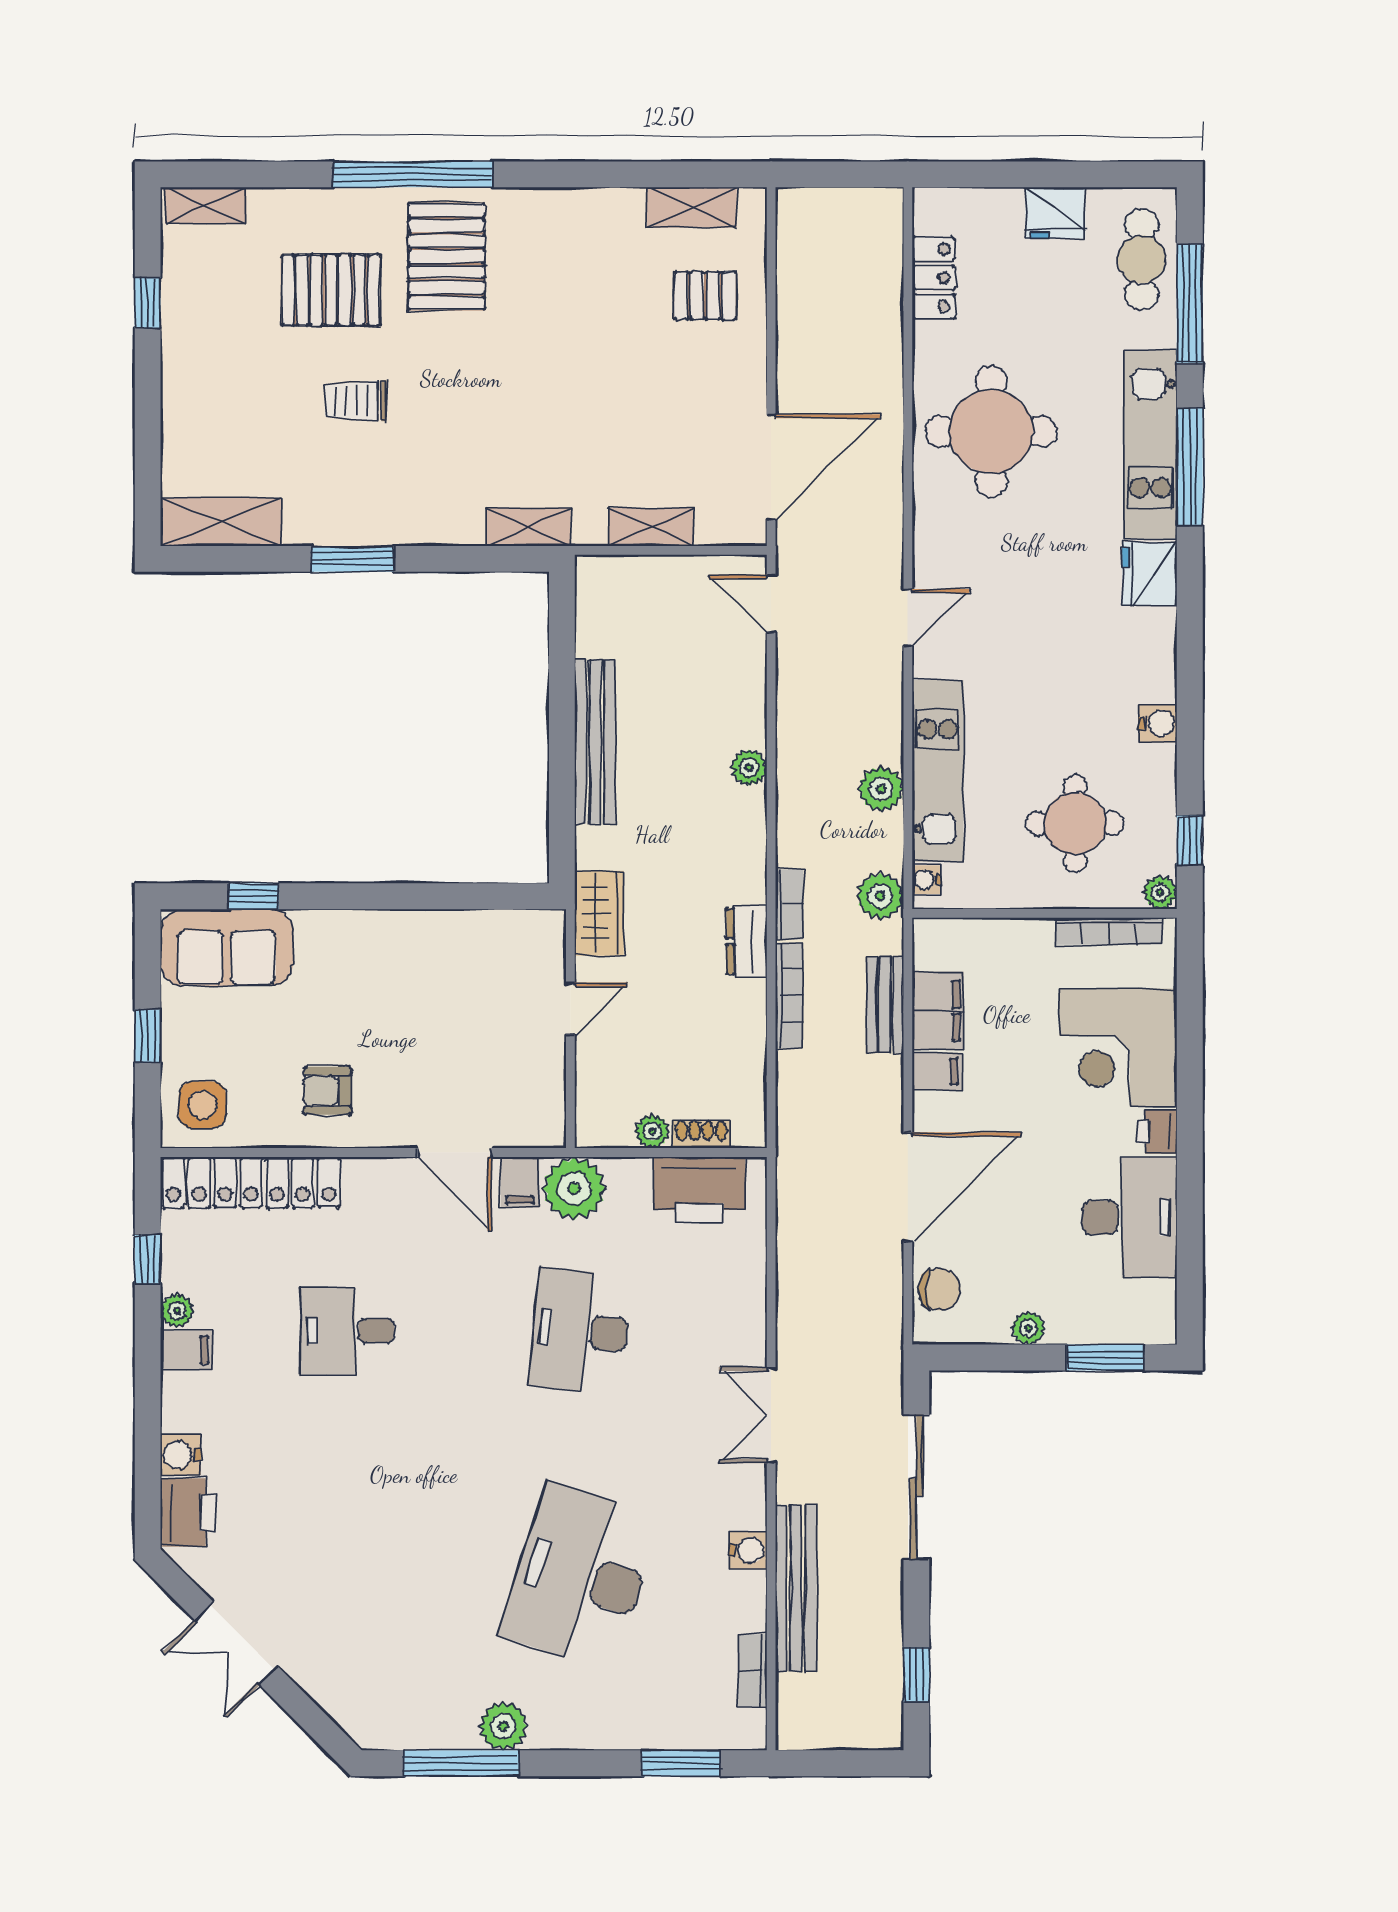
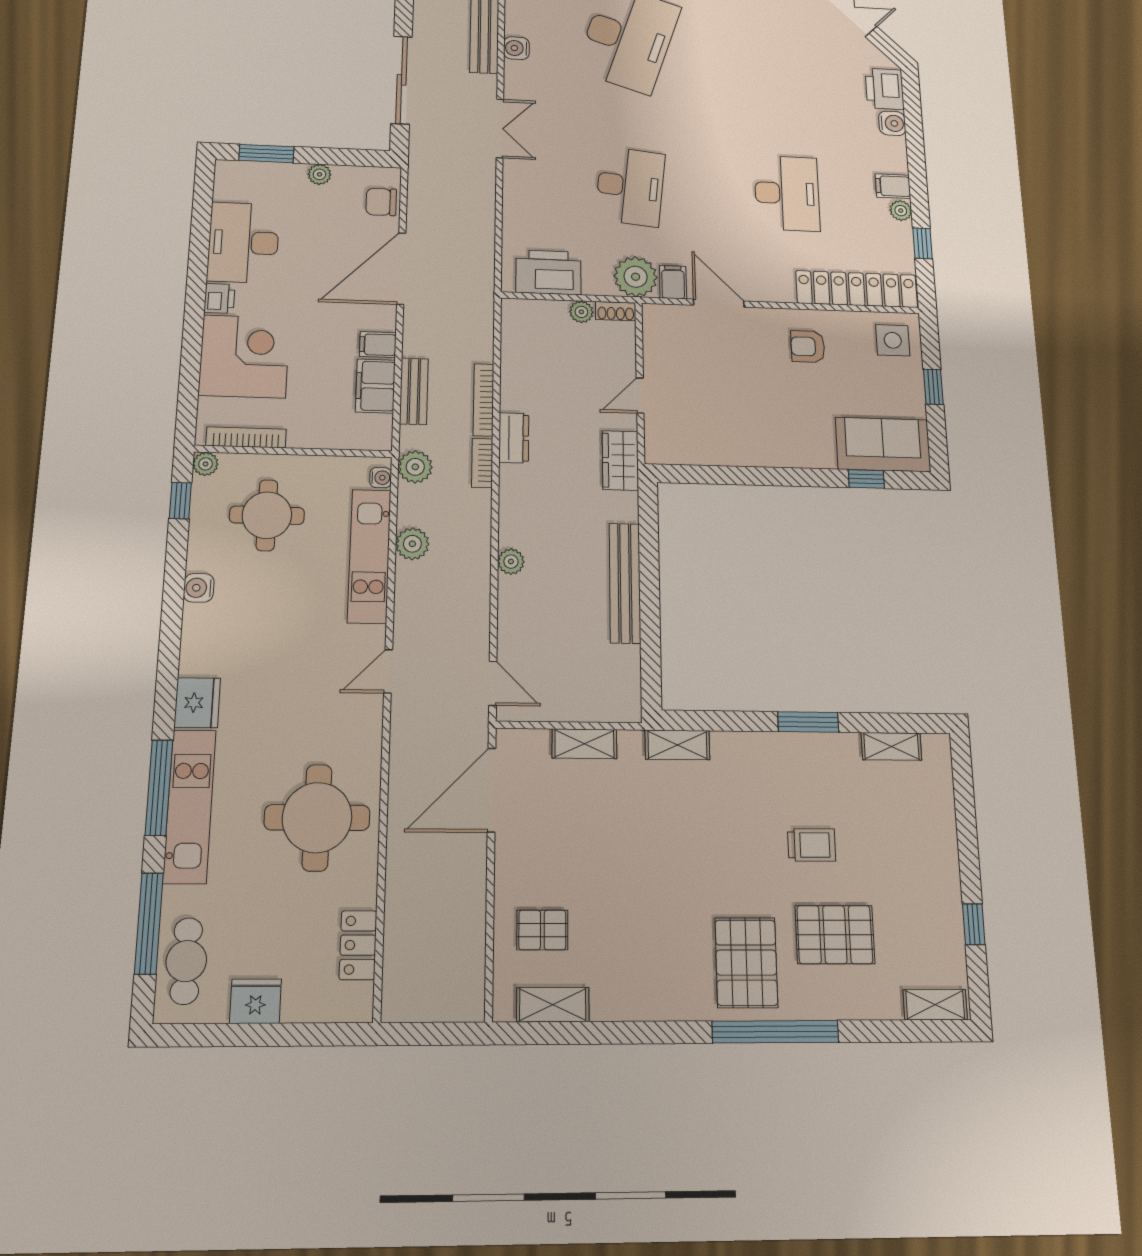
shelving: (222, 522) -> (891, 746), width x0.67, depth x0.75
armchair: (327, 1091) -> (808, 347), turned 180
shoe rack: (701, 1134) -> (616, 311), moved
desk: (347, 1331) -> (787, 193), width x1.37

